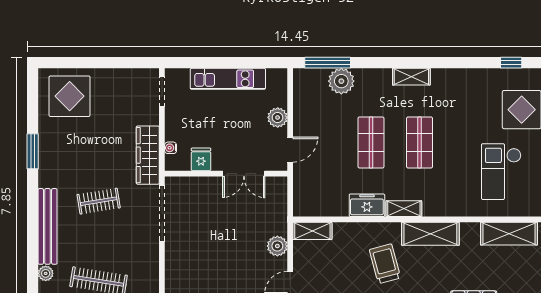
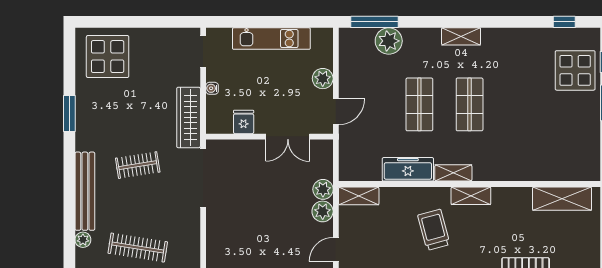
water cooler: (171, 148) -> (212, 88), moved
checkout: (501, 172) -> (554, 135), removed
freezer: (367, 205) -> (408, 169), width x1.40
plant: (278, 225) -> (323, 189), added
shelving: (430, 234) -> (471, 196), width x0.67, depth x0.75

